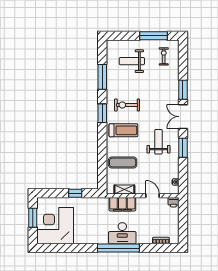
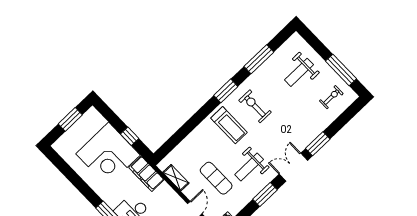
weight bench: (132, 61) -> (299, 72), turned -90
weight bench: (158, 142) -> (249, 167), turned 180
exercise mat: (123, 163) -> (216, 178), moved
filing cabinet: (122, 204) -> (146, 174), moved
corner desk: (55, 226) -> (108, 154), moved, turned 180

